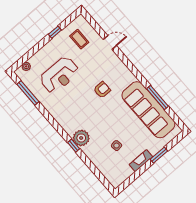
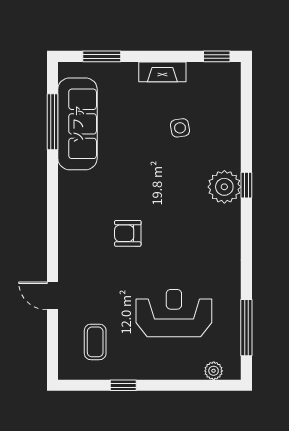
window: (157, 97) -> (52, 122), moved
sofa: (148, 110) -> (77, 124), width x0.74, depth x0.79
window: (159, 155) -> (102, 56), moved
window: (126, 184) -> (217, 56), added

